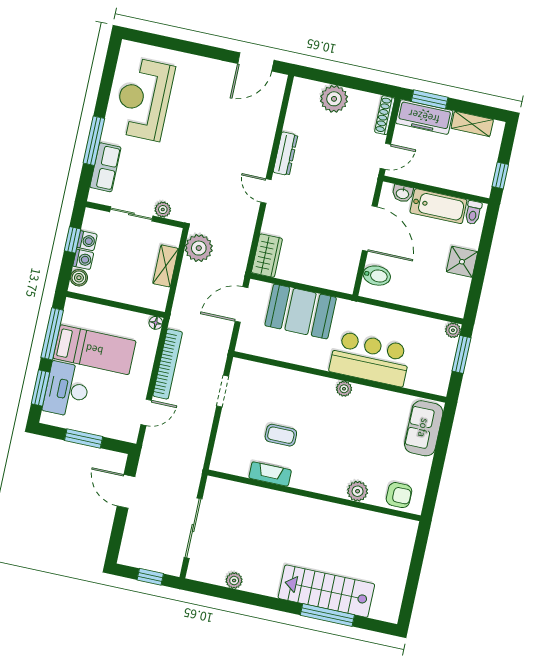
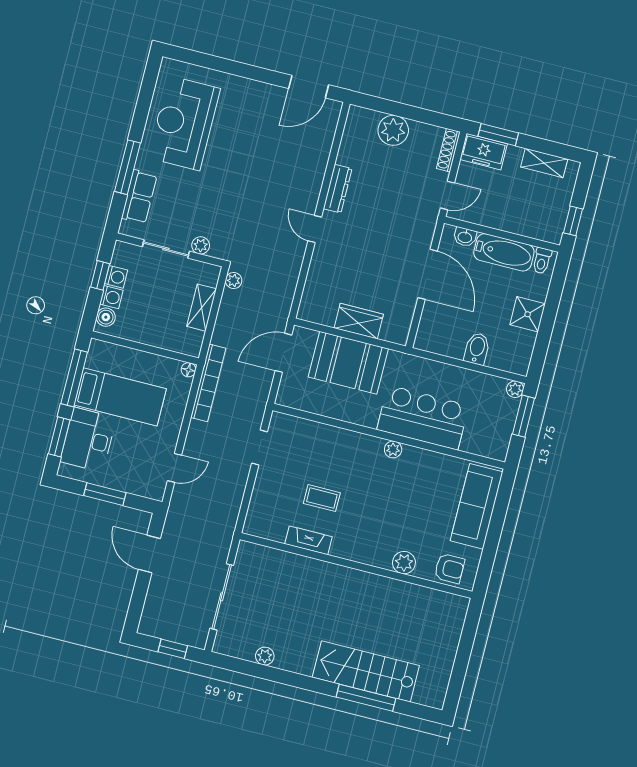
freezer: (424, 117) -> (484, 152), width x0.71
plant: (199, 248) -> (234, 281), width x0.53, depth x0.53
wardrobe: (267, 256) -> (359, 321), moved, turned -90
bidet: (377, 276) -> (477, 349), moved, turned -90
bookcase: (168, 364) -> (208, 383), moved
sofa: (424, 428) -> (477, 506), width x1.36

